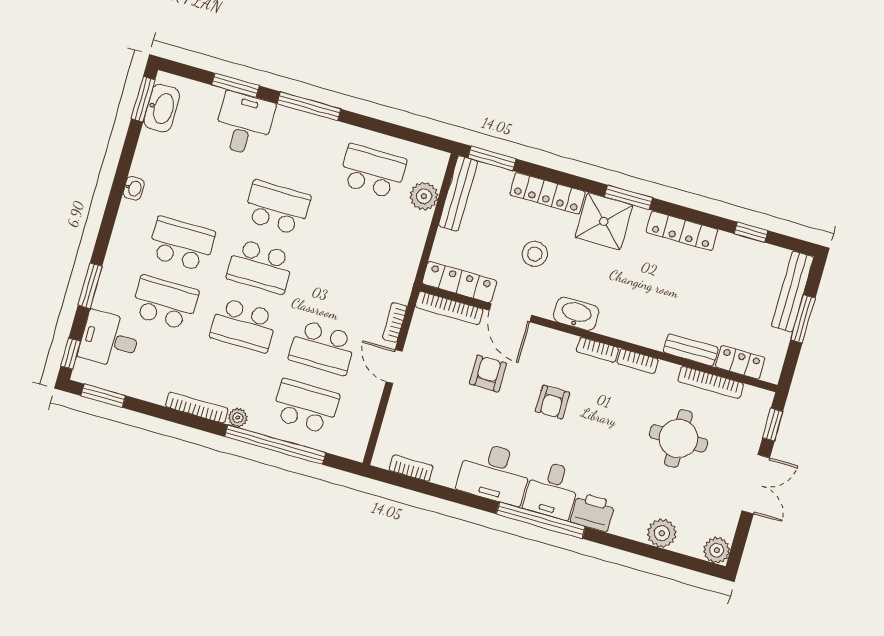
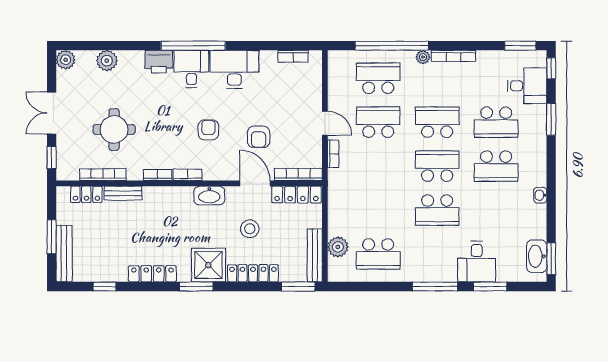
school desk: (306, 406) -> (378, 78), turned 180

